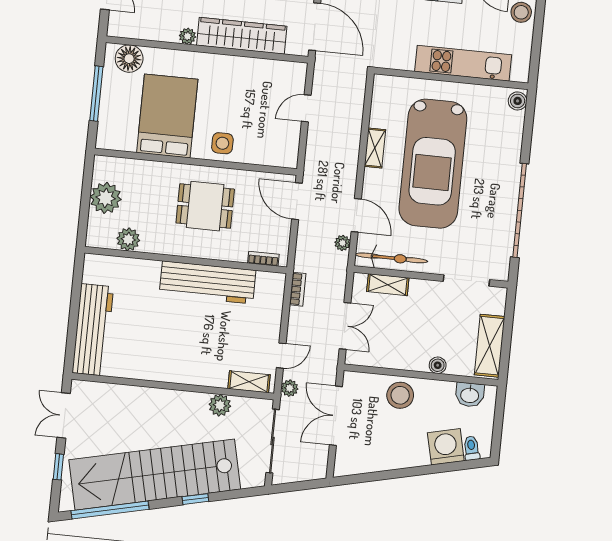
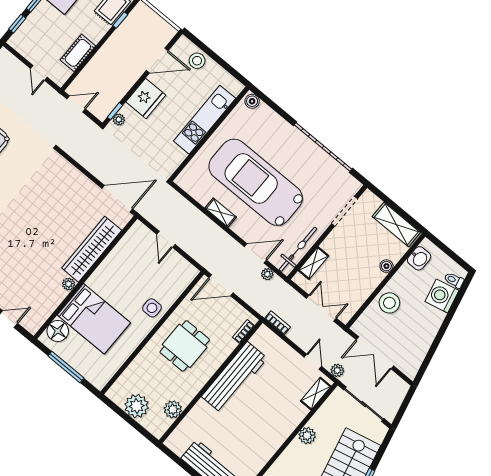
bed: (167, 116) -> (94, 319), moved, turned 180
car: (433, 164) -> (256, 182), turned 180
plant: (220, 405) -> (307, 436), moved

